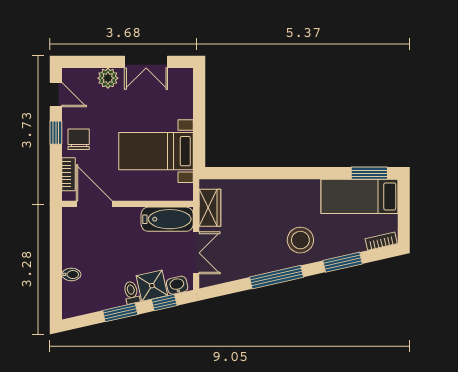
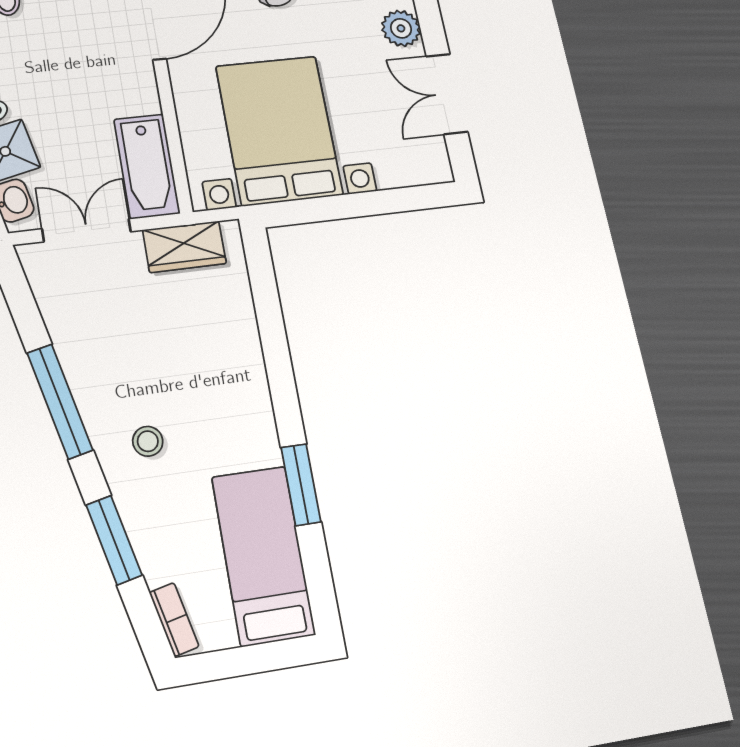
bed with nightstands: (156, 151) -> (279, 130), width x1.36
window: (369, 173) -> (301, 485), moved
stool: (300, 240) -> (148, 441), width x0.53, depth x0.53
double door: (196, 253) -> (86, 230), swing flipped

